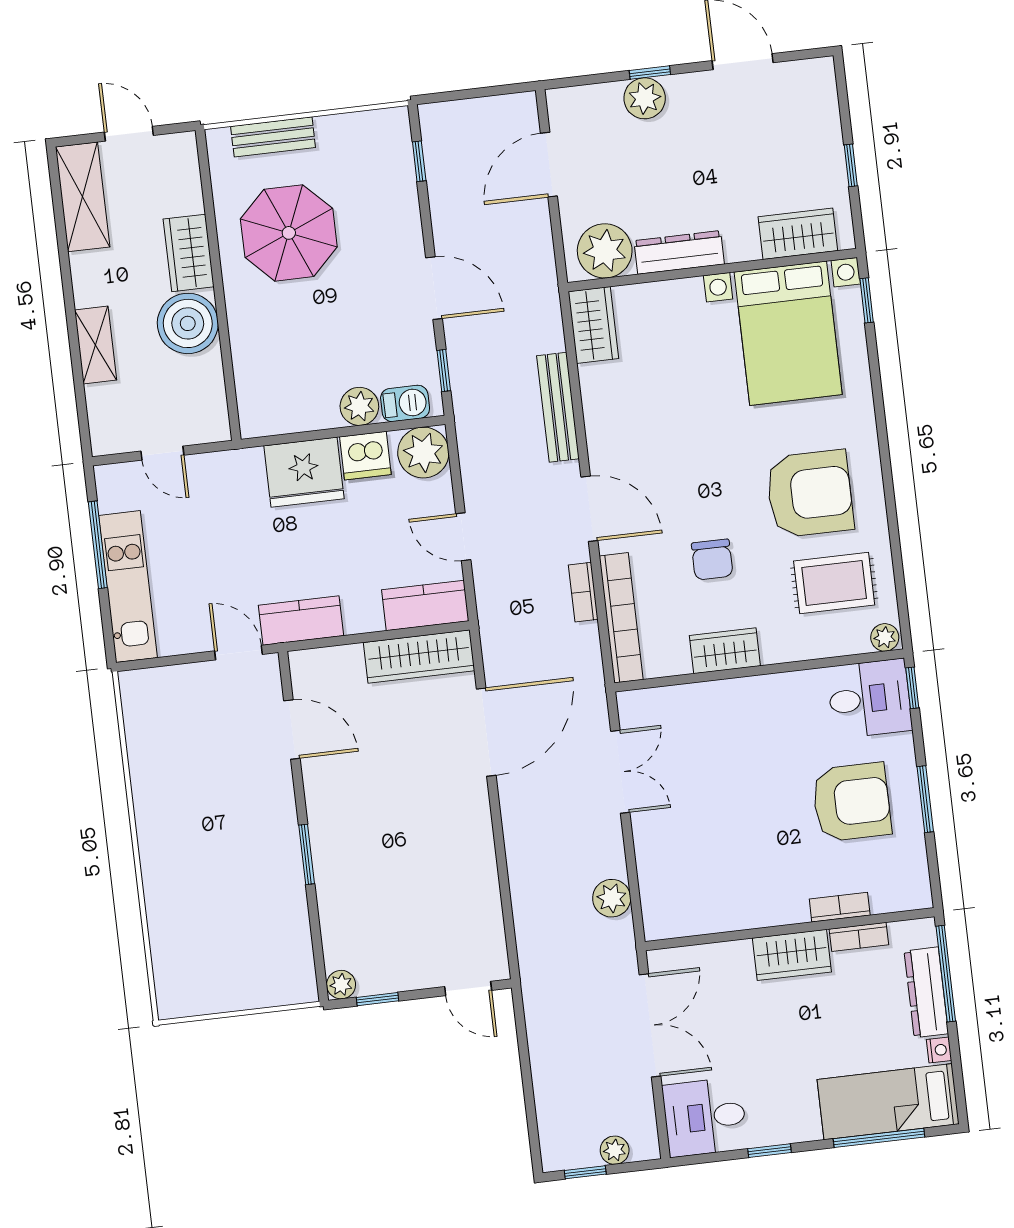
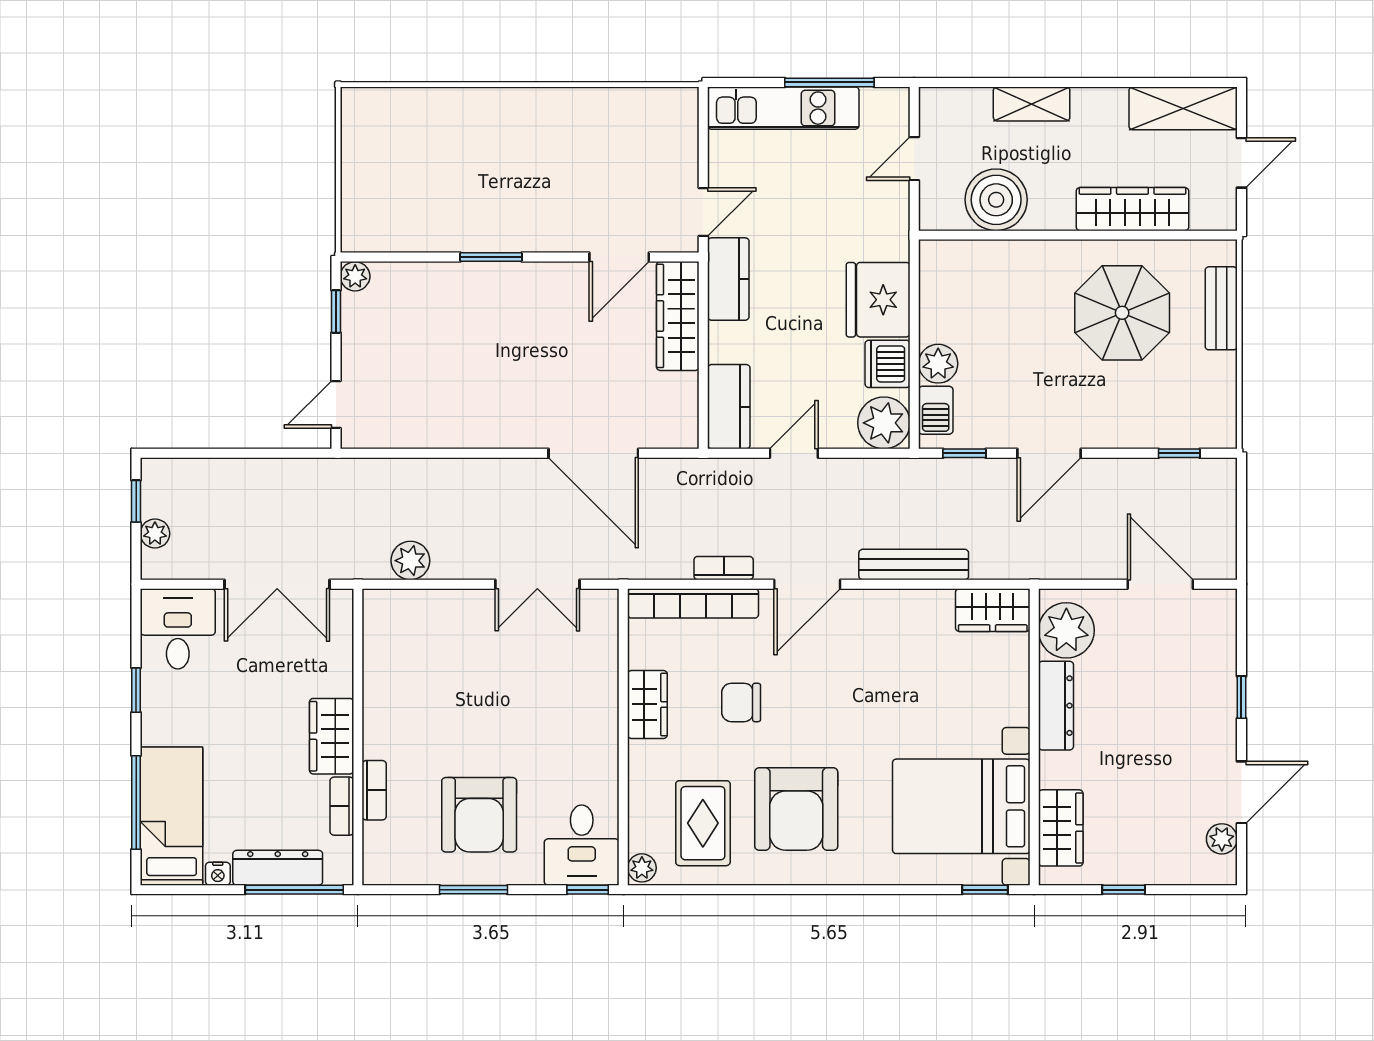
plant: (645, 98) -> (1222, 839), moved, width x0.73, depth x0.73
wardrobe: (189, 253) -> (1132, 209), width x1.50
boiler: (188, 323) -> (996, 200), moved
wardrobe: (419, 657) -> (678, 316), moved

